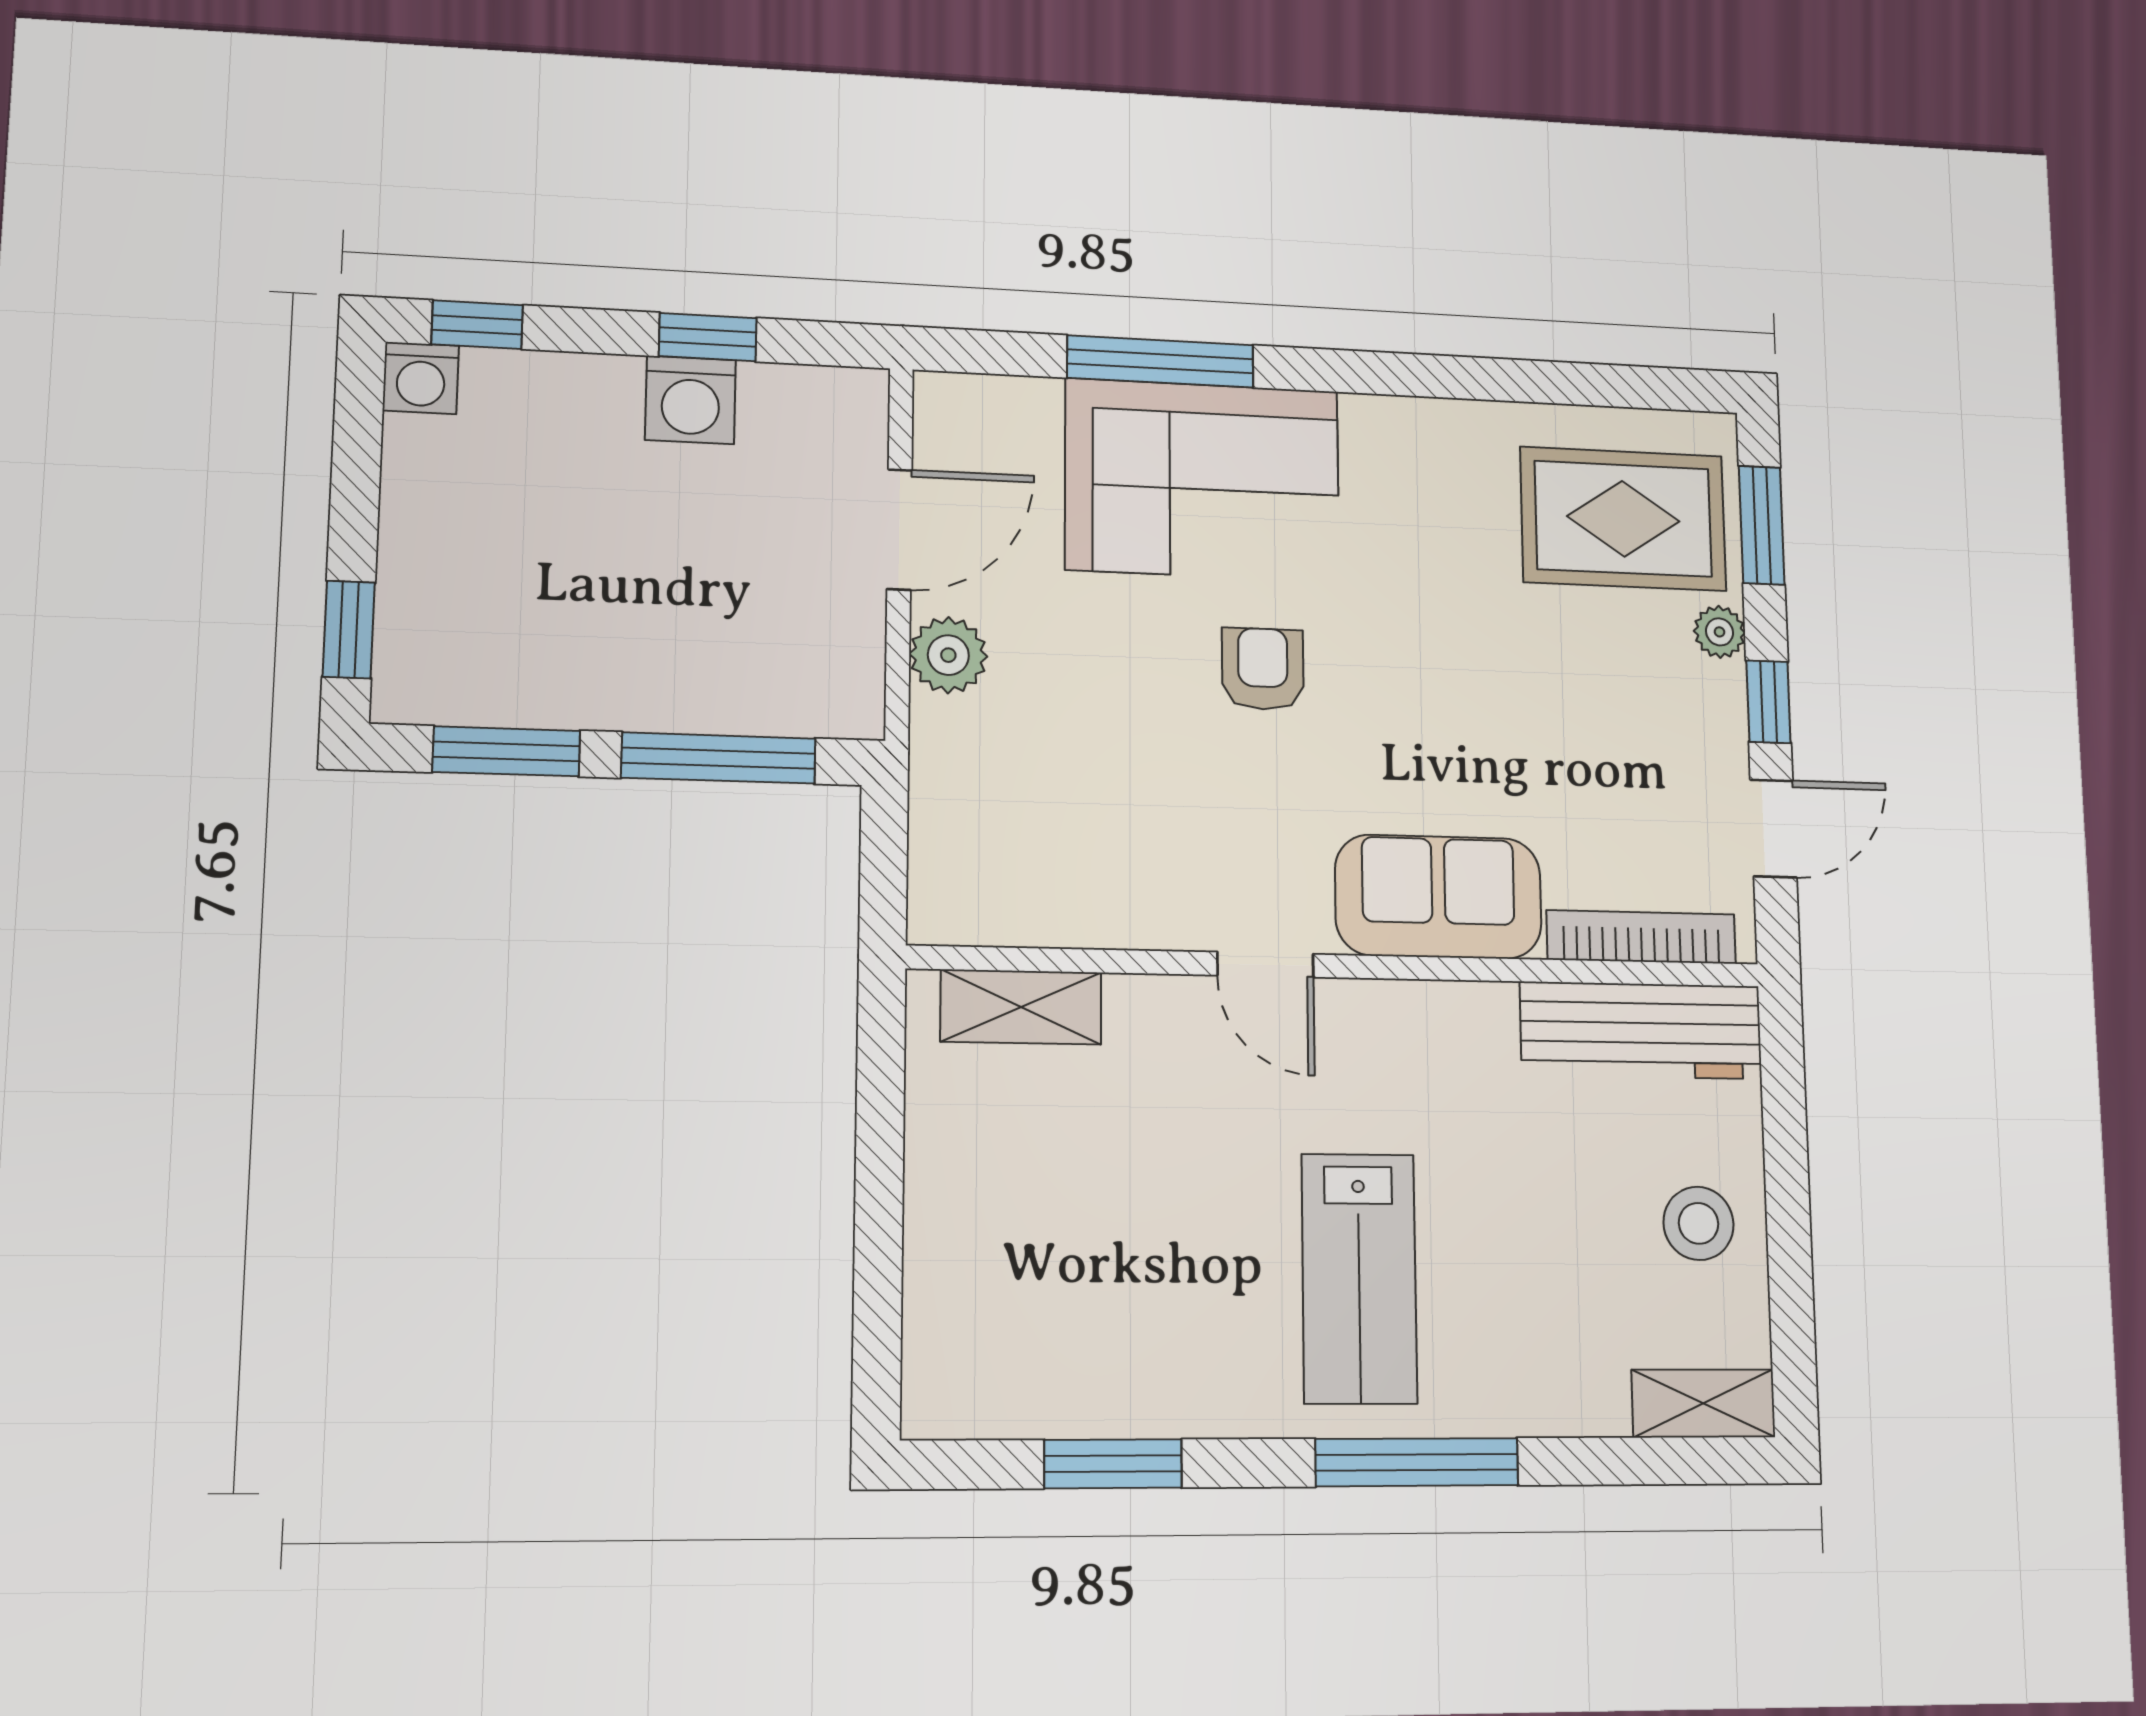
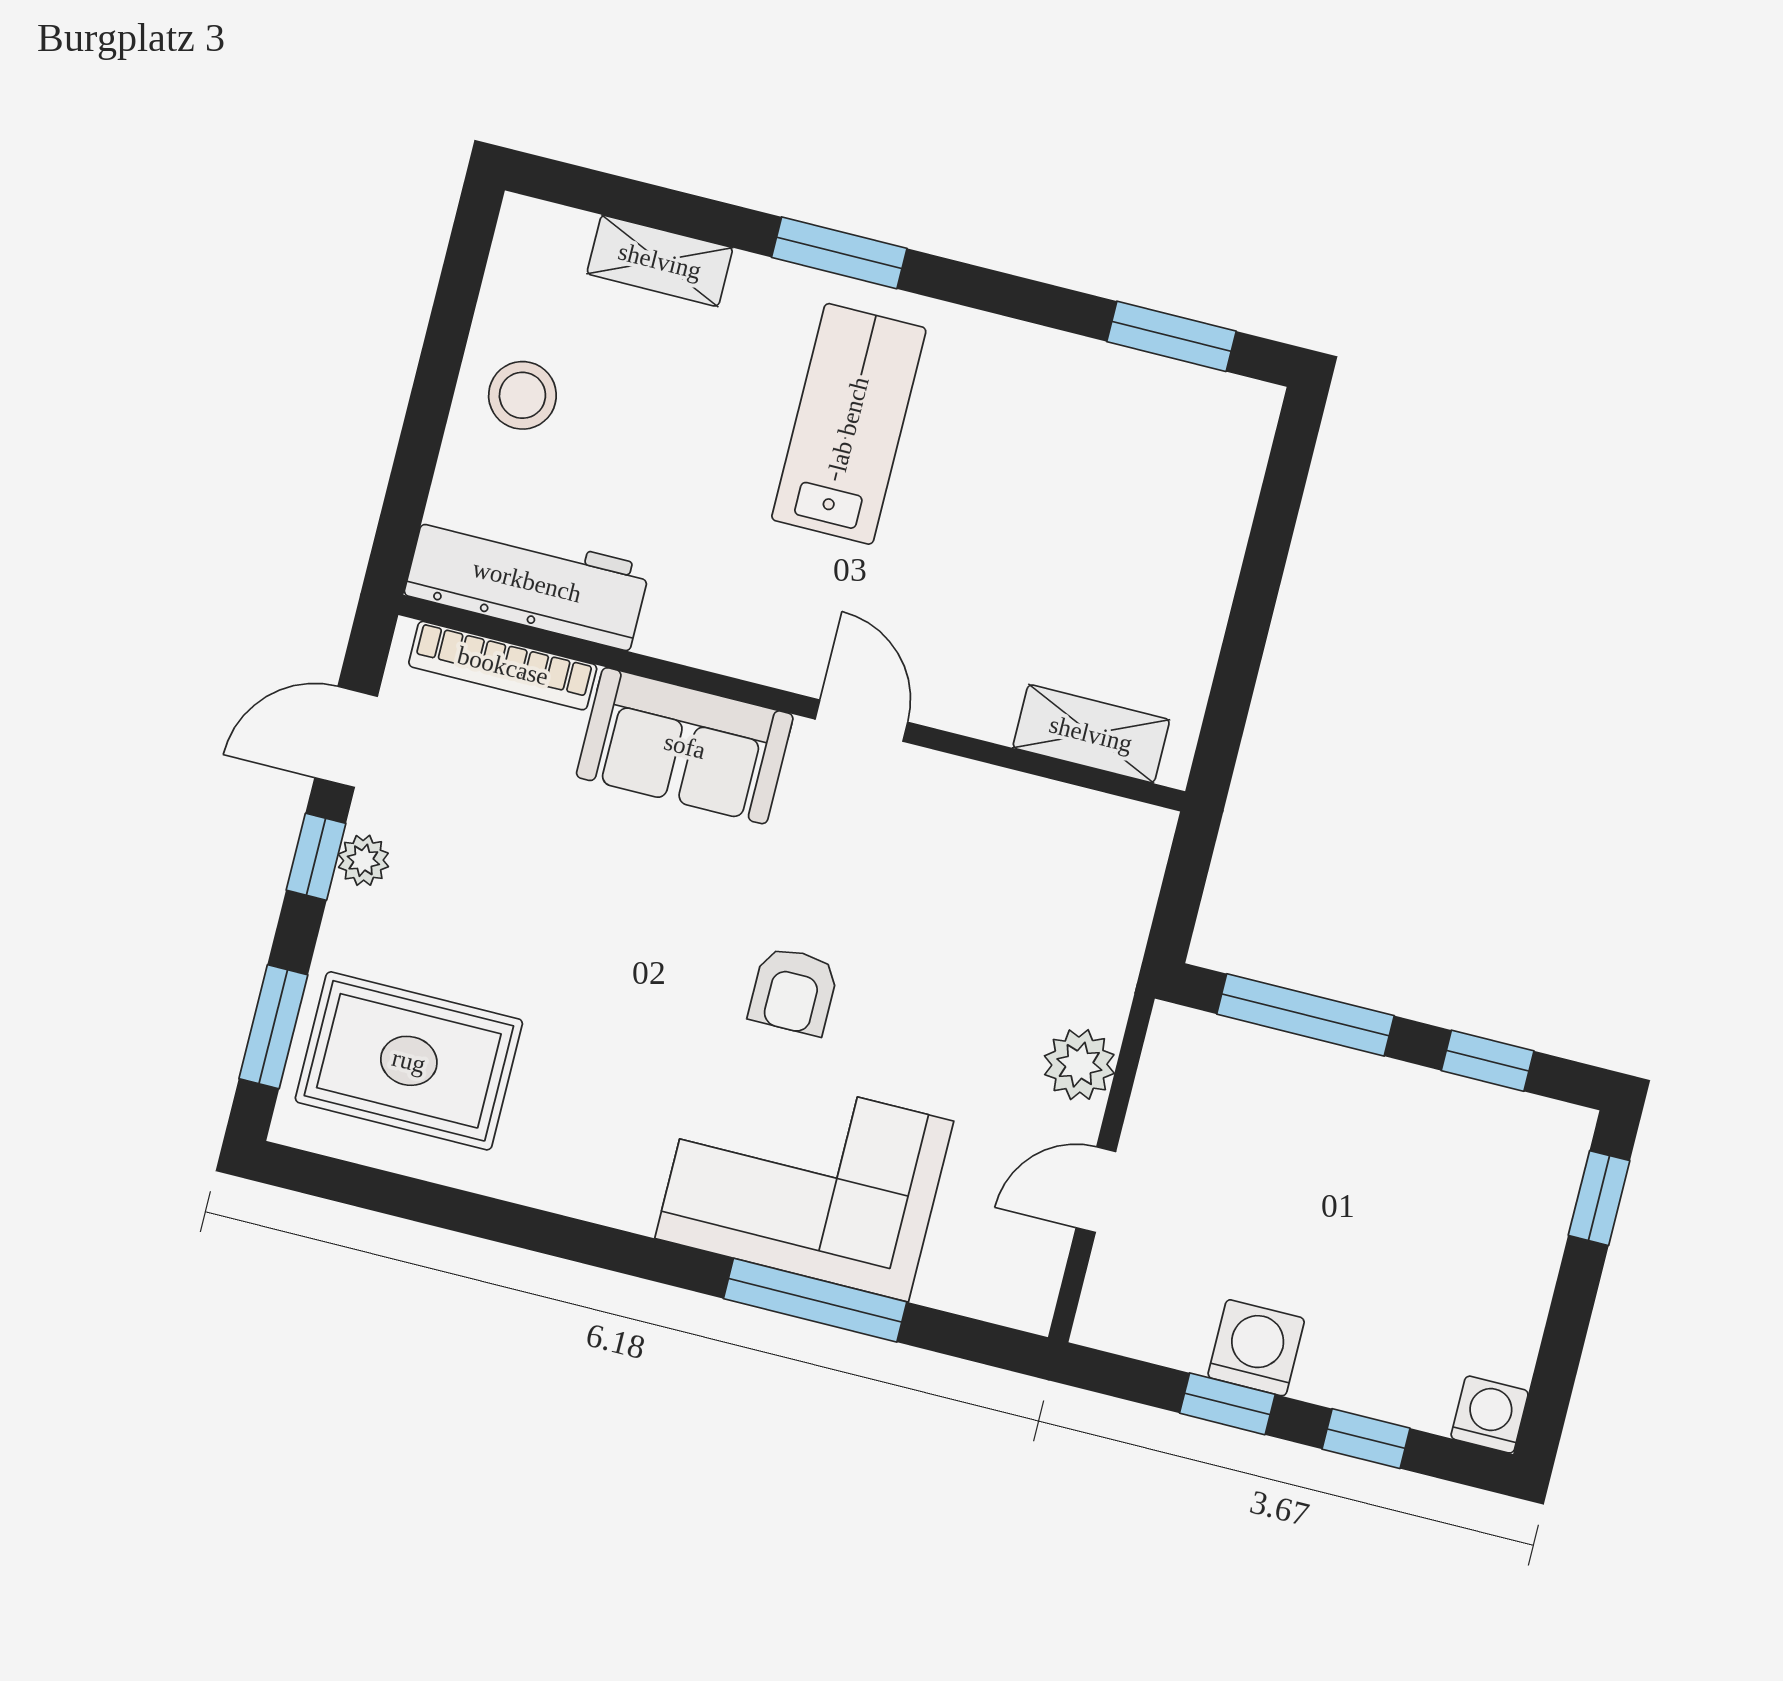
window: (477, 325) -> (1366, 1439), moved
door: (899, 529) -> (1096, 1190), width x0.73
plant: (1719, 632) -> (363, 860), moved
window: (506, 751) -> (1488, 1061), width x0.67
shelving: (1703, 1403) -> (660, 261), moved
window: (1417, 1462) -> (839, 253), width x0.69
window: (1113, 1464) -> (1172, 336), moved

